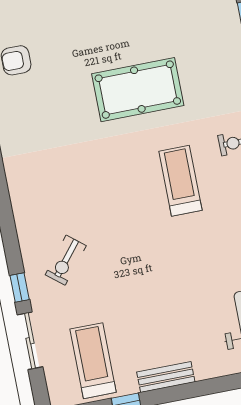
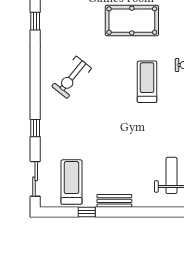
exercise bike: (66, 260) -> (72, 77), moved, width x1.38, depth x1.39
sliding door: (30, 341) -> (35, 179), moved

